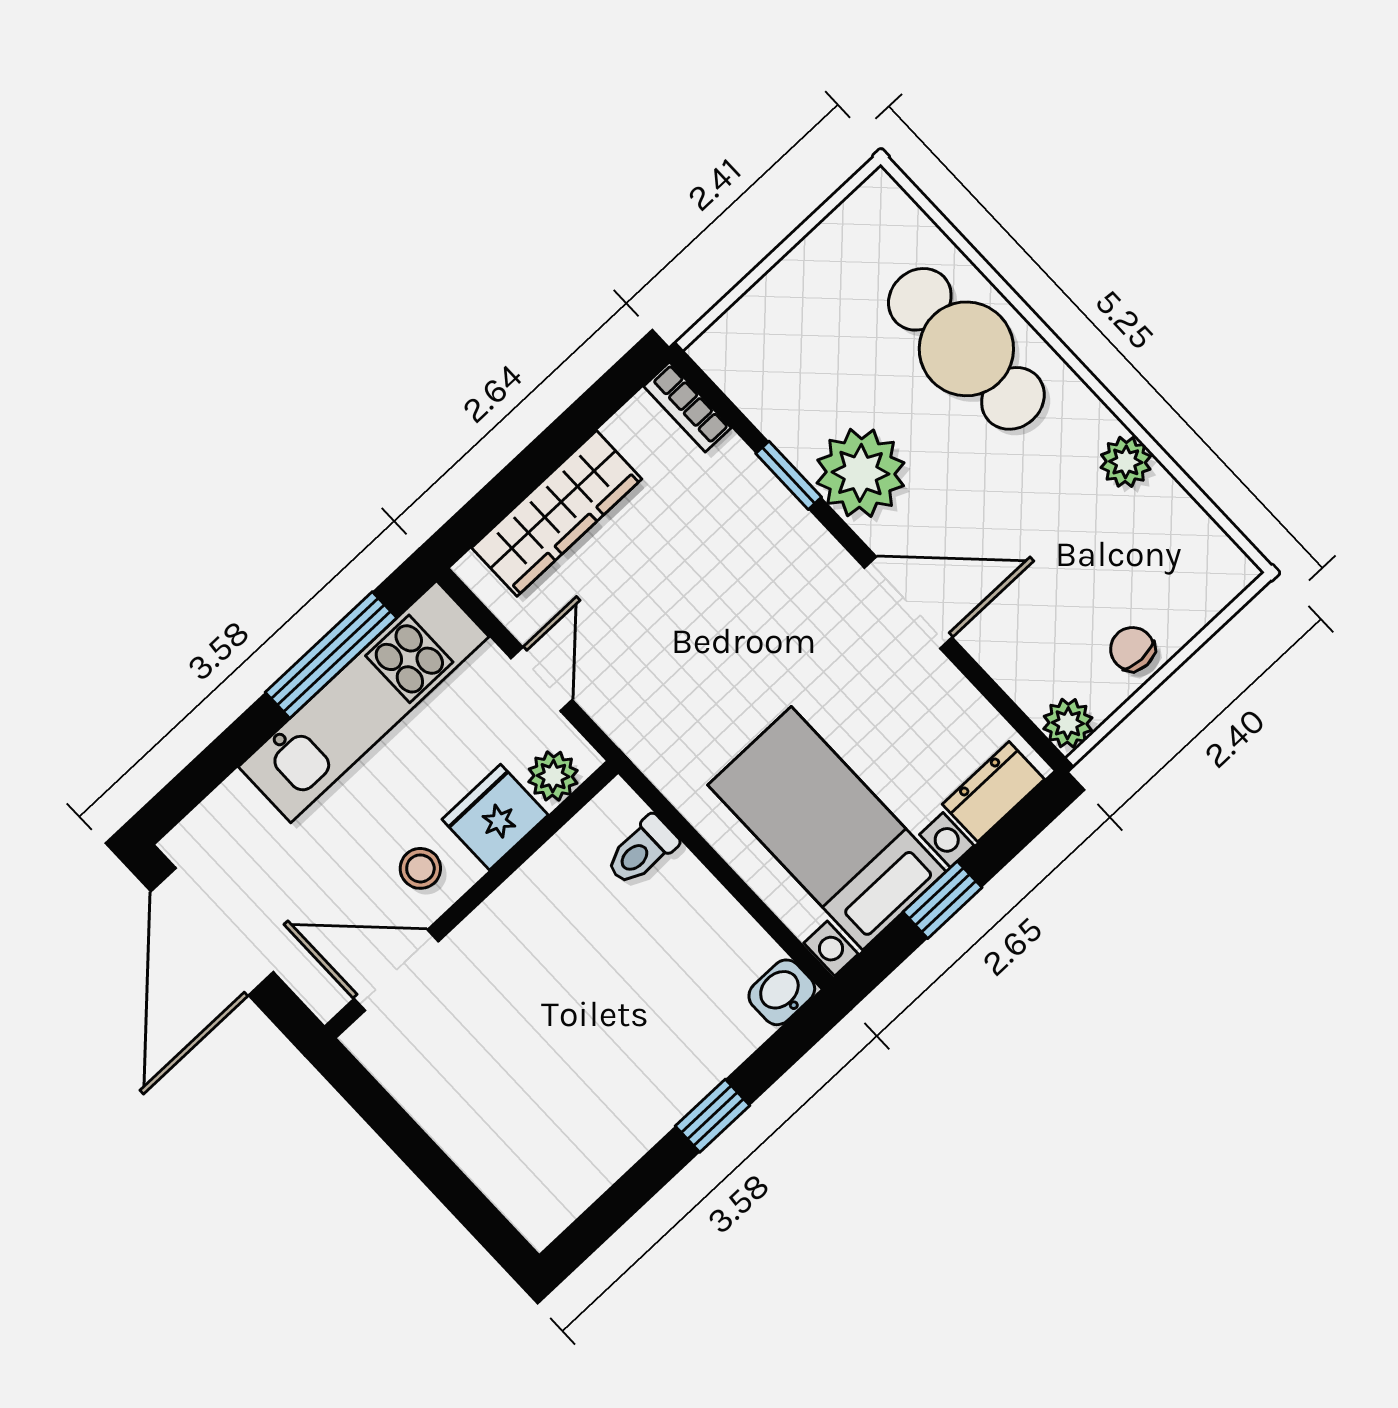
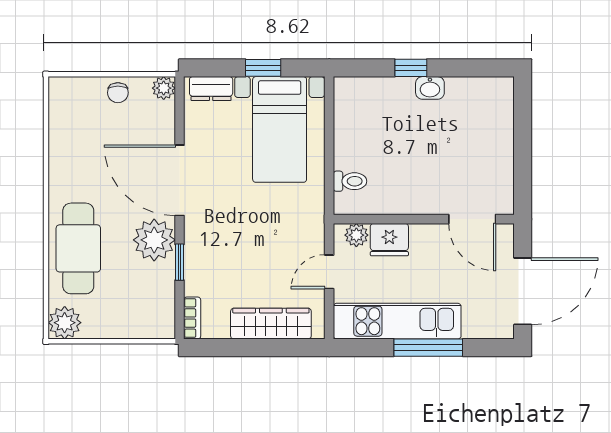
plant: (1126, 462) -> (65, 323), moved, width x1.38, depth x1.38
door: (908, 603) -> (180, 180), width x1.36
window: (331, 655) -> (428, 348), moved
stool: (420, 868) -> (431, 246), removed
washbasin: (782, 992) -> (430, 88), moved

